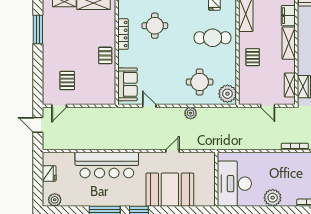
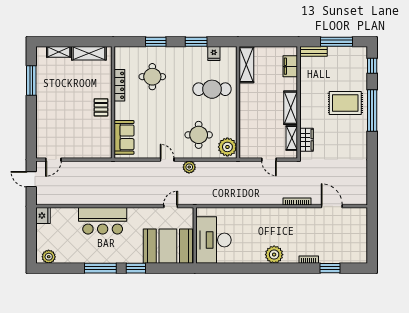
shelving: (289, 43) -> (291, 108), moved
pallet: (253, 57) -> (253, 109), removed
pallet: (67, 80) -> (62, 133), removed
door: (149, 106) -> (167, 160), moved
bar counter: (107, 165) -> (103, 221), width x0.73
fridge: (49, 173) -> (43, 216), moved
wall: (216, 179) -> (195, 235), moved
desk: (234, 184) -> (213, 240), moved

